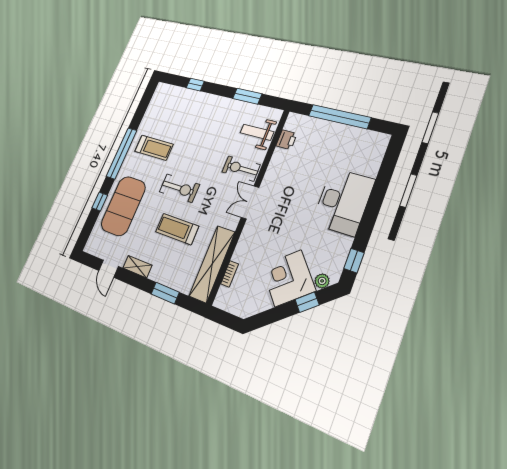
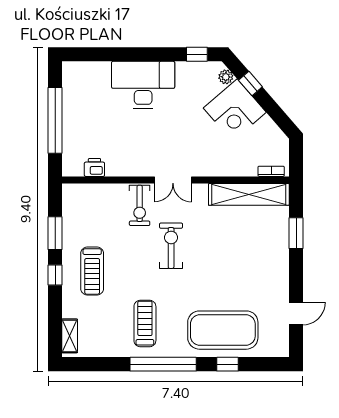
window: (195, 85) -> (55, 275), moved
weight bench: (257, 132) -> (95, 204), removed
exercise bike: (179, 188) -> (171, 246), moved
treadmill: (177, 229) -> (92, 271), moved
shelving: (137, 267) -> (70, 336), moved
bookcase: (230, 274) -> (271, 171), moved

